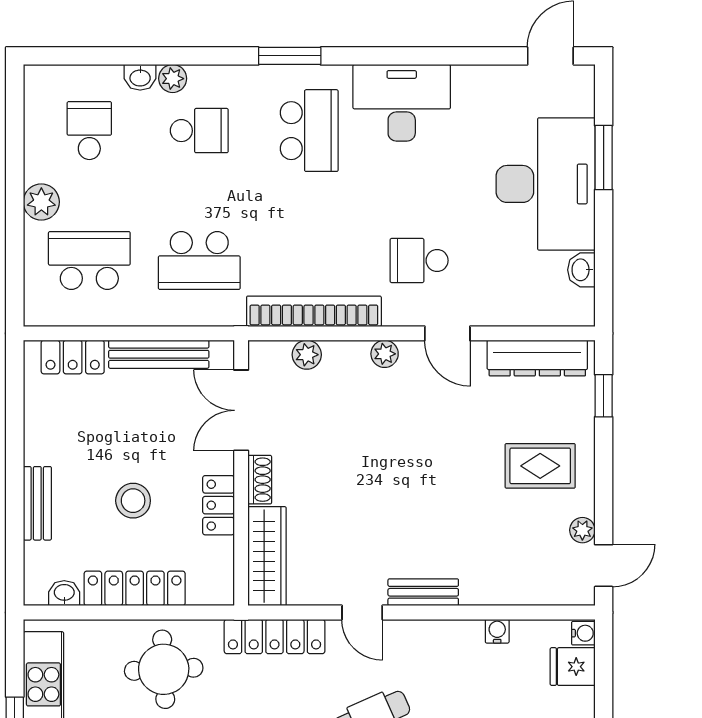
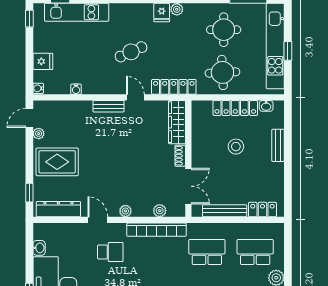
school desk: (89, 260) -> (255, 252), turned 180
rug: (540, 466) -> (57, 162), width x1.36, depth x1.43
locker: (218, 505) -> (198, 145), removed
fridge: (573, 667) -> (43, 61), moved

